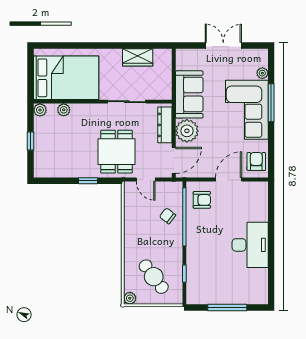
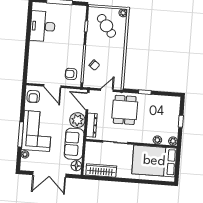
double door: (223, 45) -> (49, 174), width x1.37
wardrobe: (138, 57) -> (101, 171), width x1.50
floor lamp: (183, 62) -> (76, 166), added
door: (174, 160) -> (88, 101), hinge flipped
door: (146, 180) -> (107, 90), hinge flipped
door: (229, 180) -> (52, 86), hinge flipped
desk: (250, 245) -> (43, 26), moved

